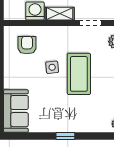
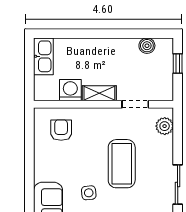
side table: (52, 67) -> (89, 193), moved

